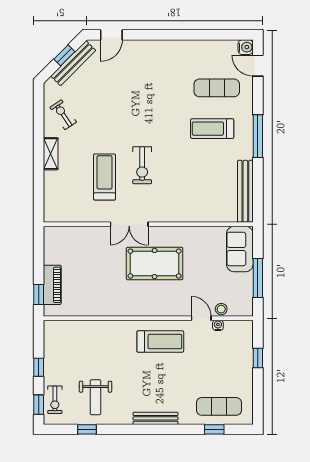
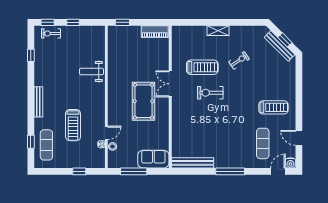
door: (111, 35) -> (299, 138), moved
exercise bike: (63, 115) -> (239, 60), moved
treadmill: (212, 129) -> (273, 107), moved, turned 90
piano: (52, 285) -> (155, 32), moved
treadmill: (160, 341) -> (73, 125), moved
weight bench: (95, 397) -> (92, 71), moved

